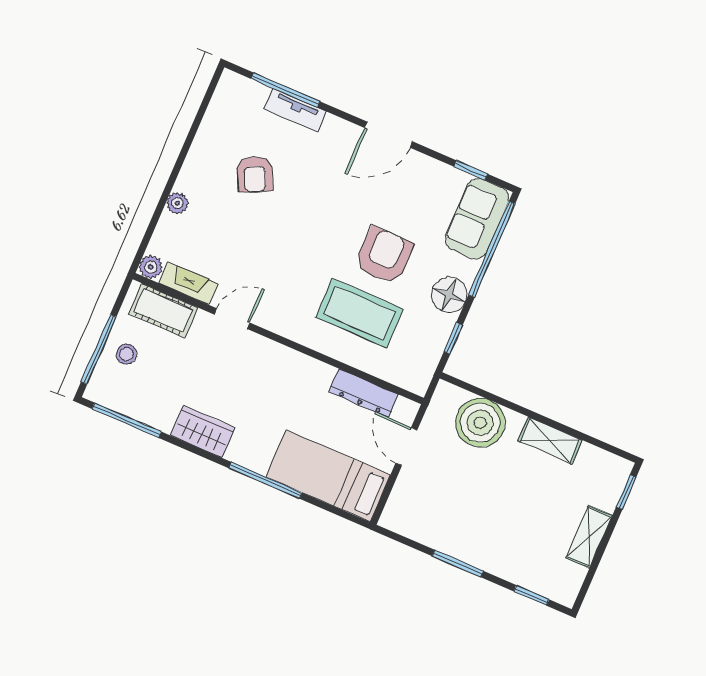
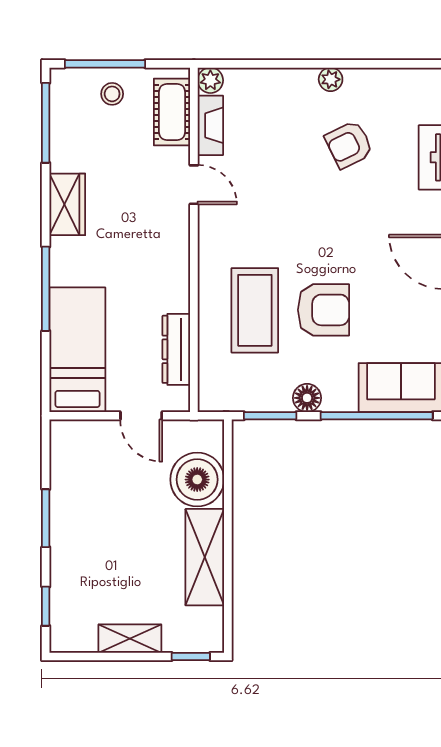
plant: (177, 203) -> (331, 79), moved
floor lamp: (449, 295) -> (307, 398), width x0.73, depth x0.73
window: (453, 338) -> (270, 416), width x1.50
shelving: (550, 440) -> (205, 557), width x1.50, depth x1.33
door: (406, 446) -> (141, 416), swing flipped

